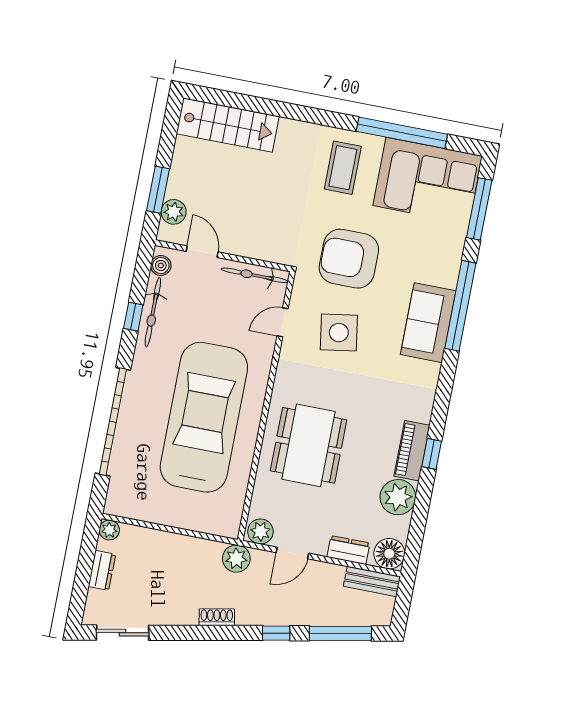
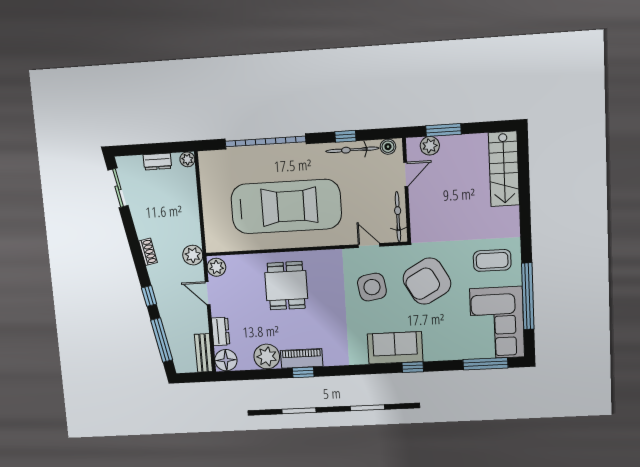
armchair: (349, 259) -> (427, 281), turned -119
window: (460, 306) -> (413, 367), width x0.32
dining table: (309, 445) -> (286, 286), width x0.73

